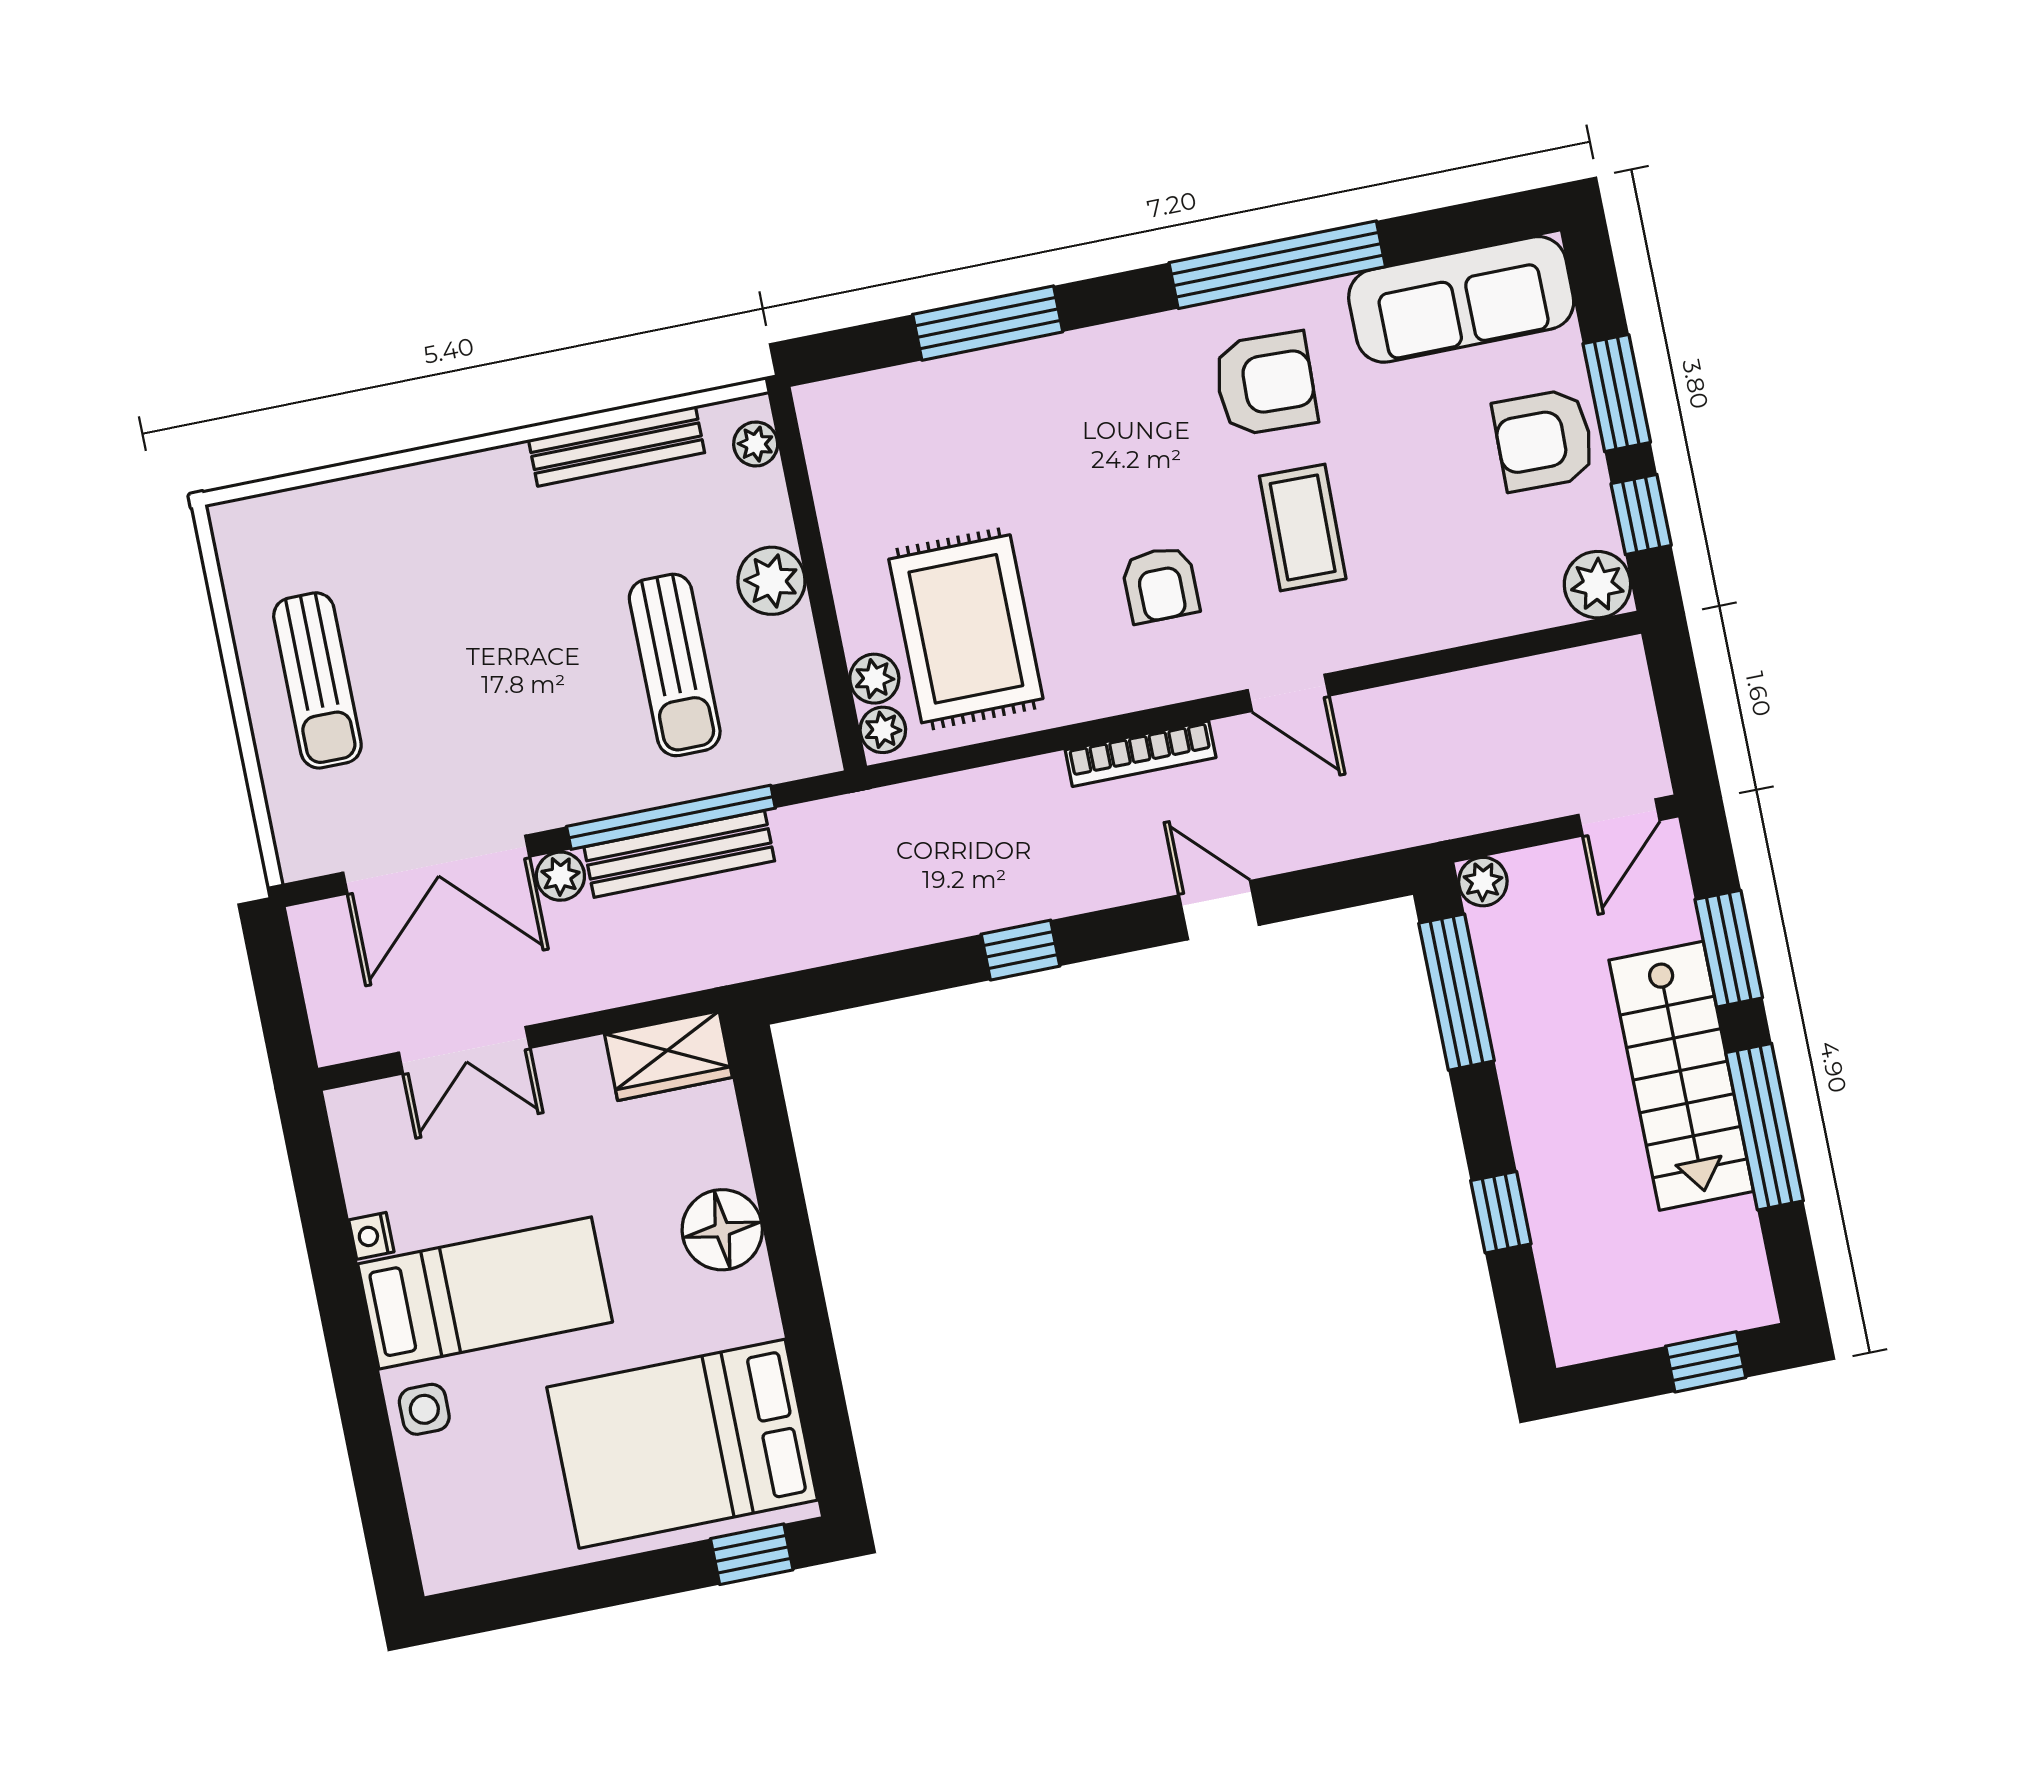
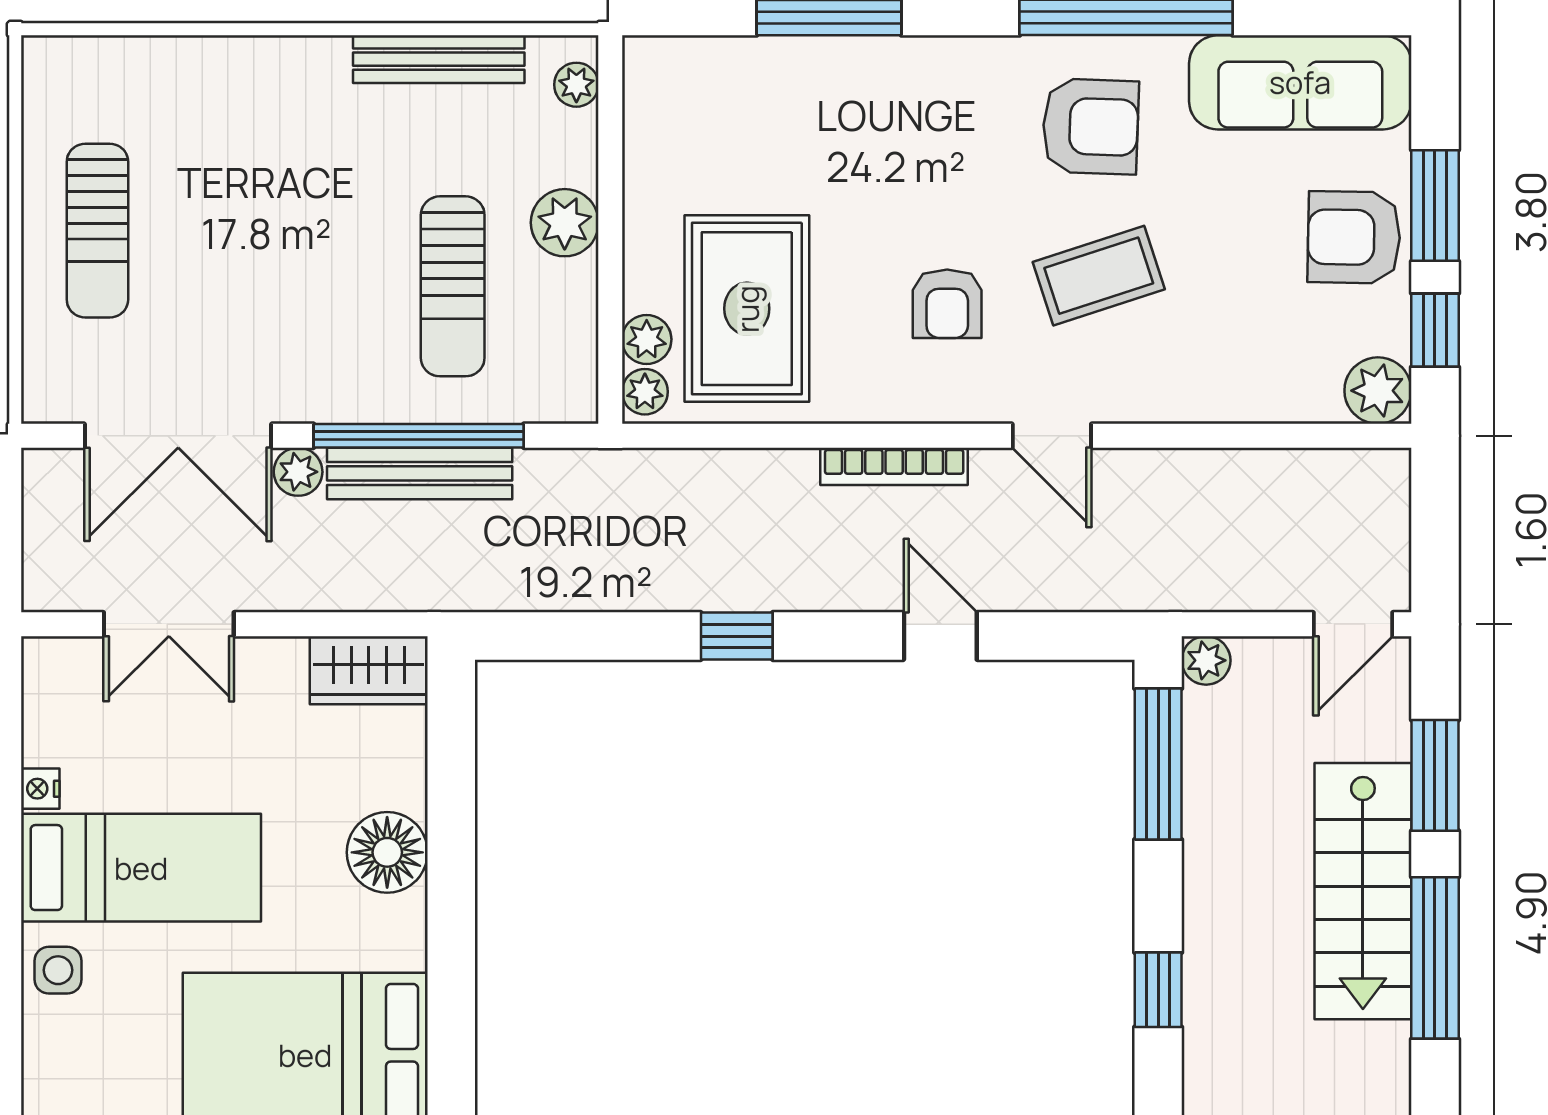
coffee table: (1303, 527) -> (1099, 276), turned 71

